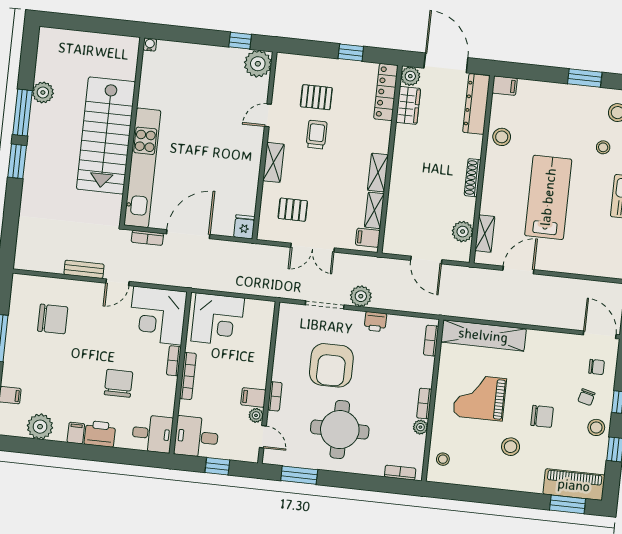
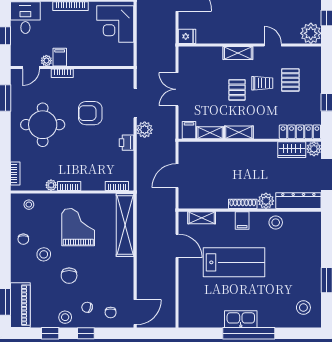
filing cabinet: (505, 86) -> (242, 220), moved
stool: (603, 147) -> (276, 299), removed
pallet: (293, 210) -> (237, 90), moved
plant: (463, 232) -> (266, 201), moved
armchair: (331, 365) -> (90, 113), width x0.73, depth x0.73
chair: (488, 471) -> (23, 239), added

